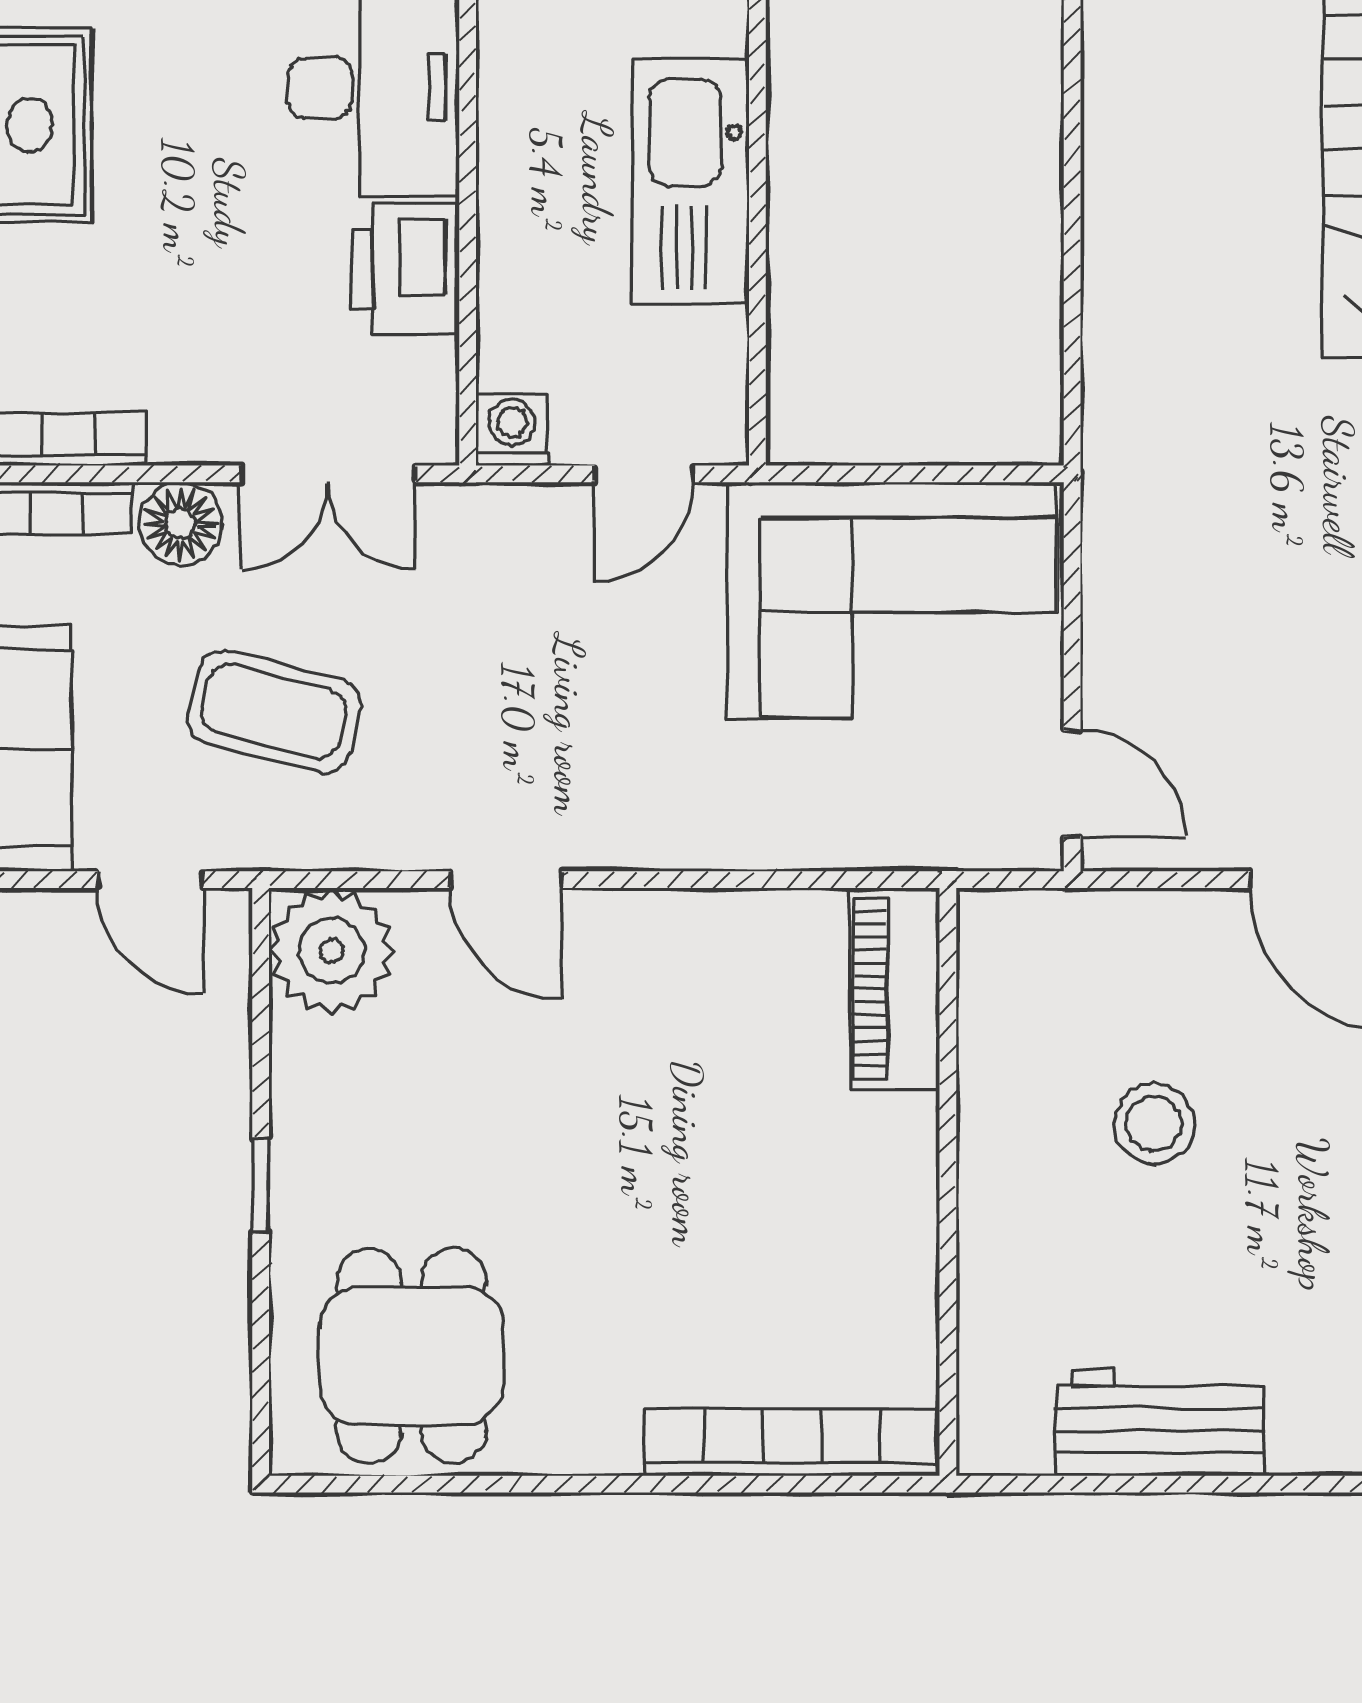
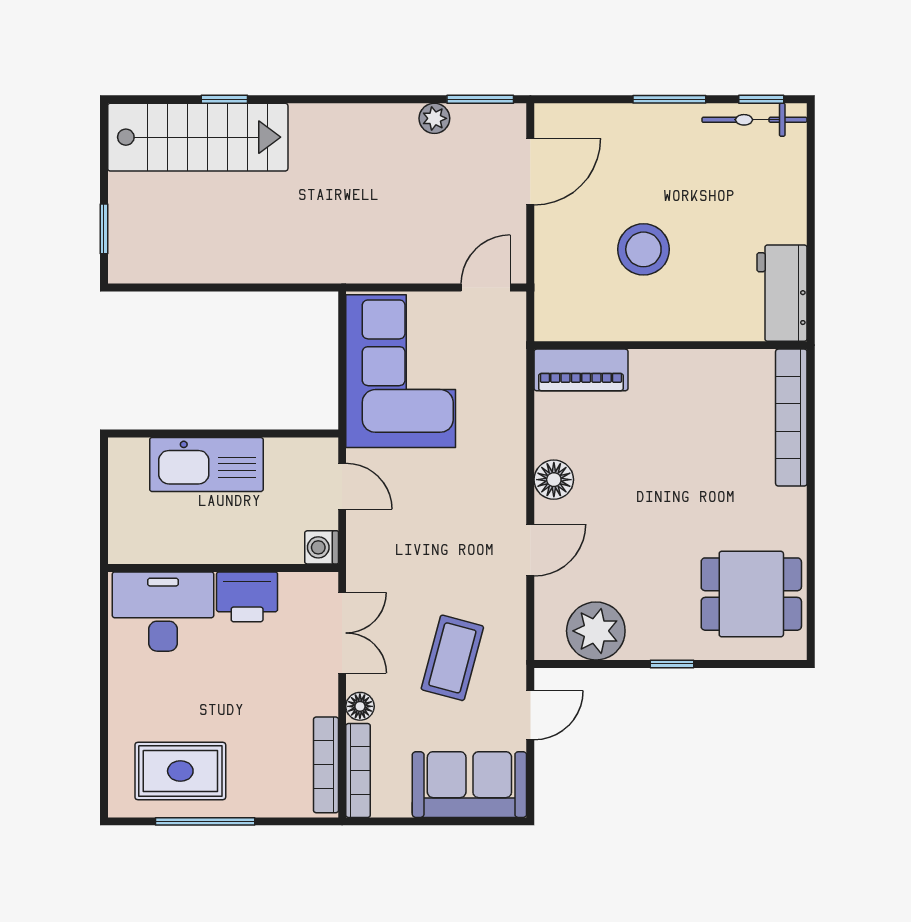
floor lamp: (180, 524) -> (360, 706), width x0.73, depth x0.73
floor lamp: (658, 930) -> (554, 480), added
plant: (332, 951) -> (596, 631), moved
stool: (1154, 1124) -> (643, 249), width x1.38, depth x1.38
workbench: (1160, 1422) -> (782, 293), moved

